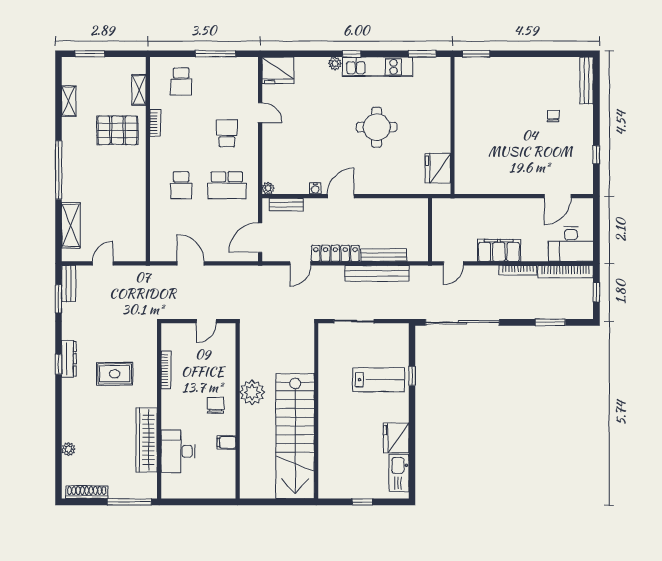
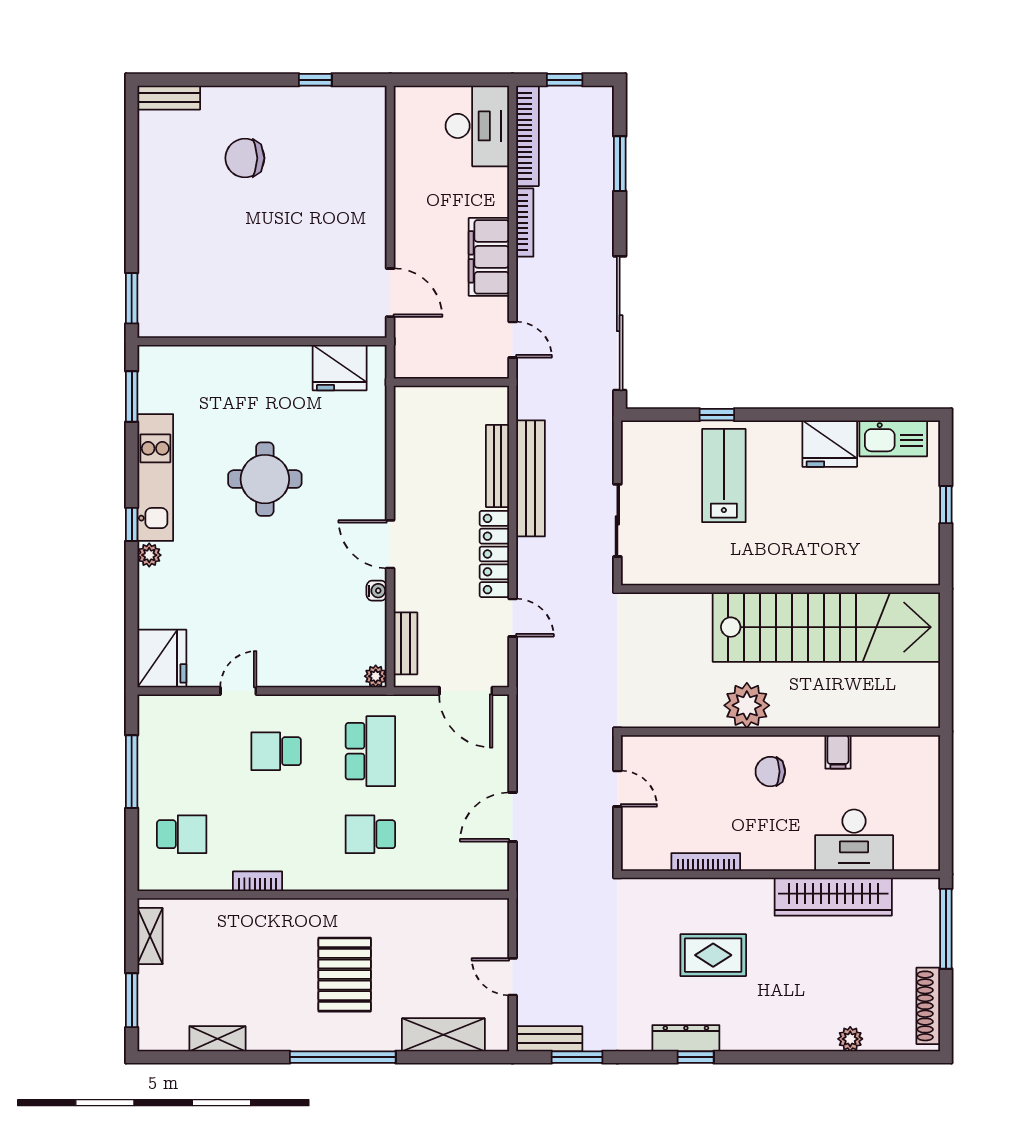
bench: (587, 81) -> (169, 98), width x0.73
shelving: (139, 90) -> (150, 936), moved, turned 90
chair: (553, 116) -> (245, 158), width x1.87, depth x1.87
pallet: (117, 130) -> (345, 975), moved
school desk: (181, 185) -> (370, 834), turned 180
door: (558, 196) -> (390, 293), moved
rug: (115, 374) -> (713, 955), turned 90

